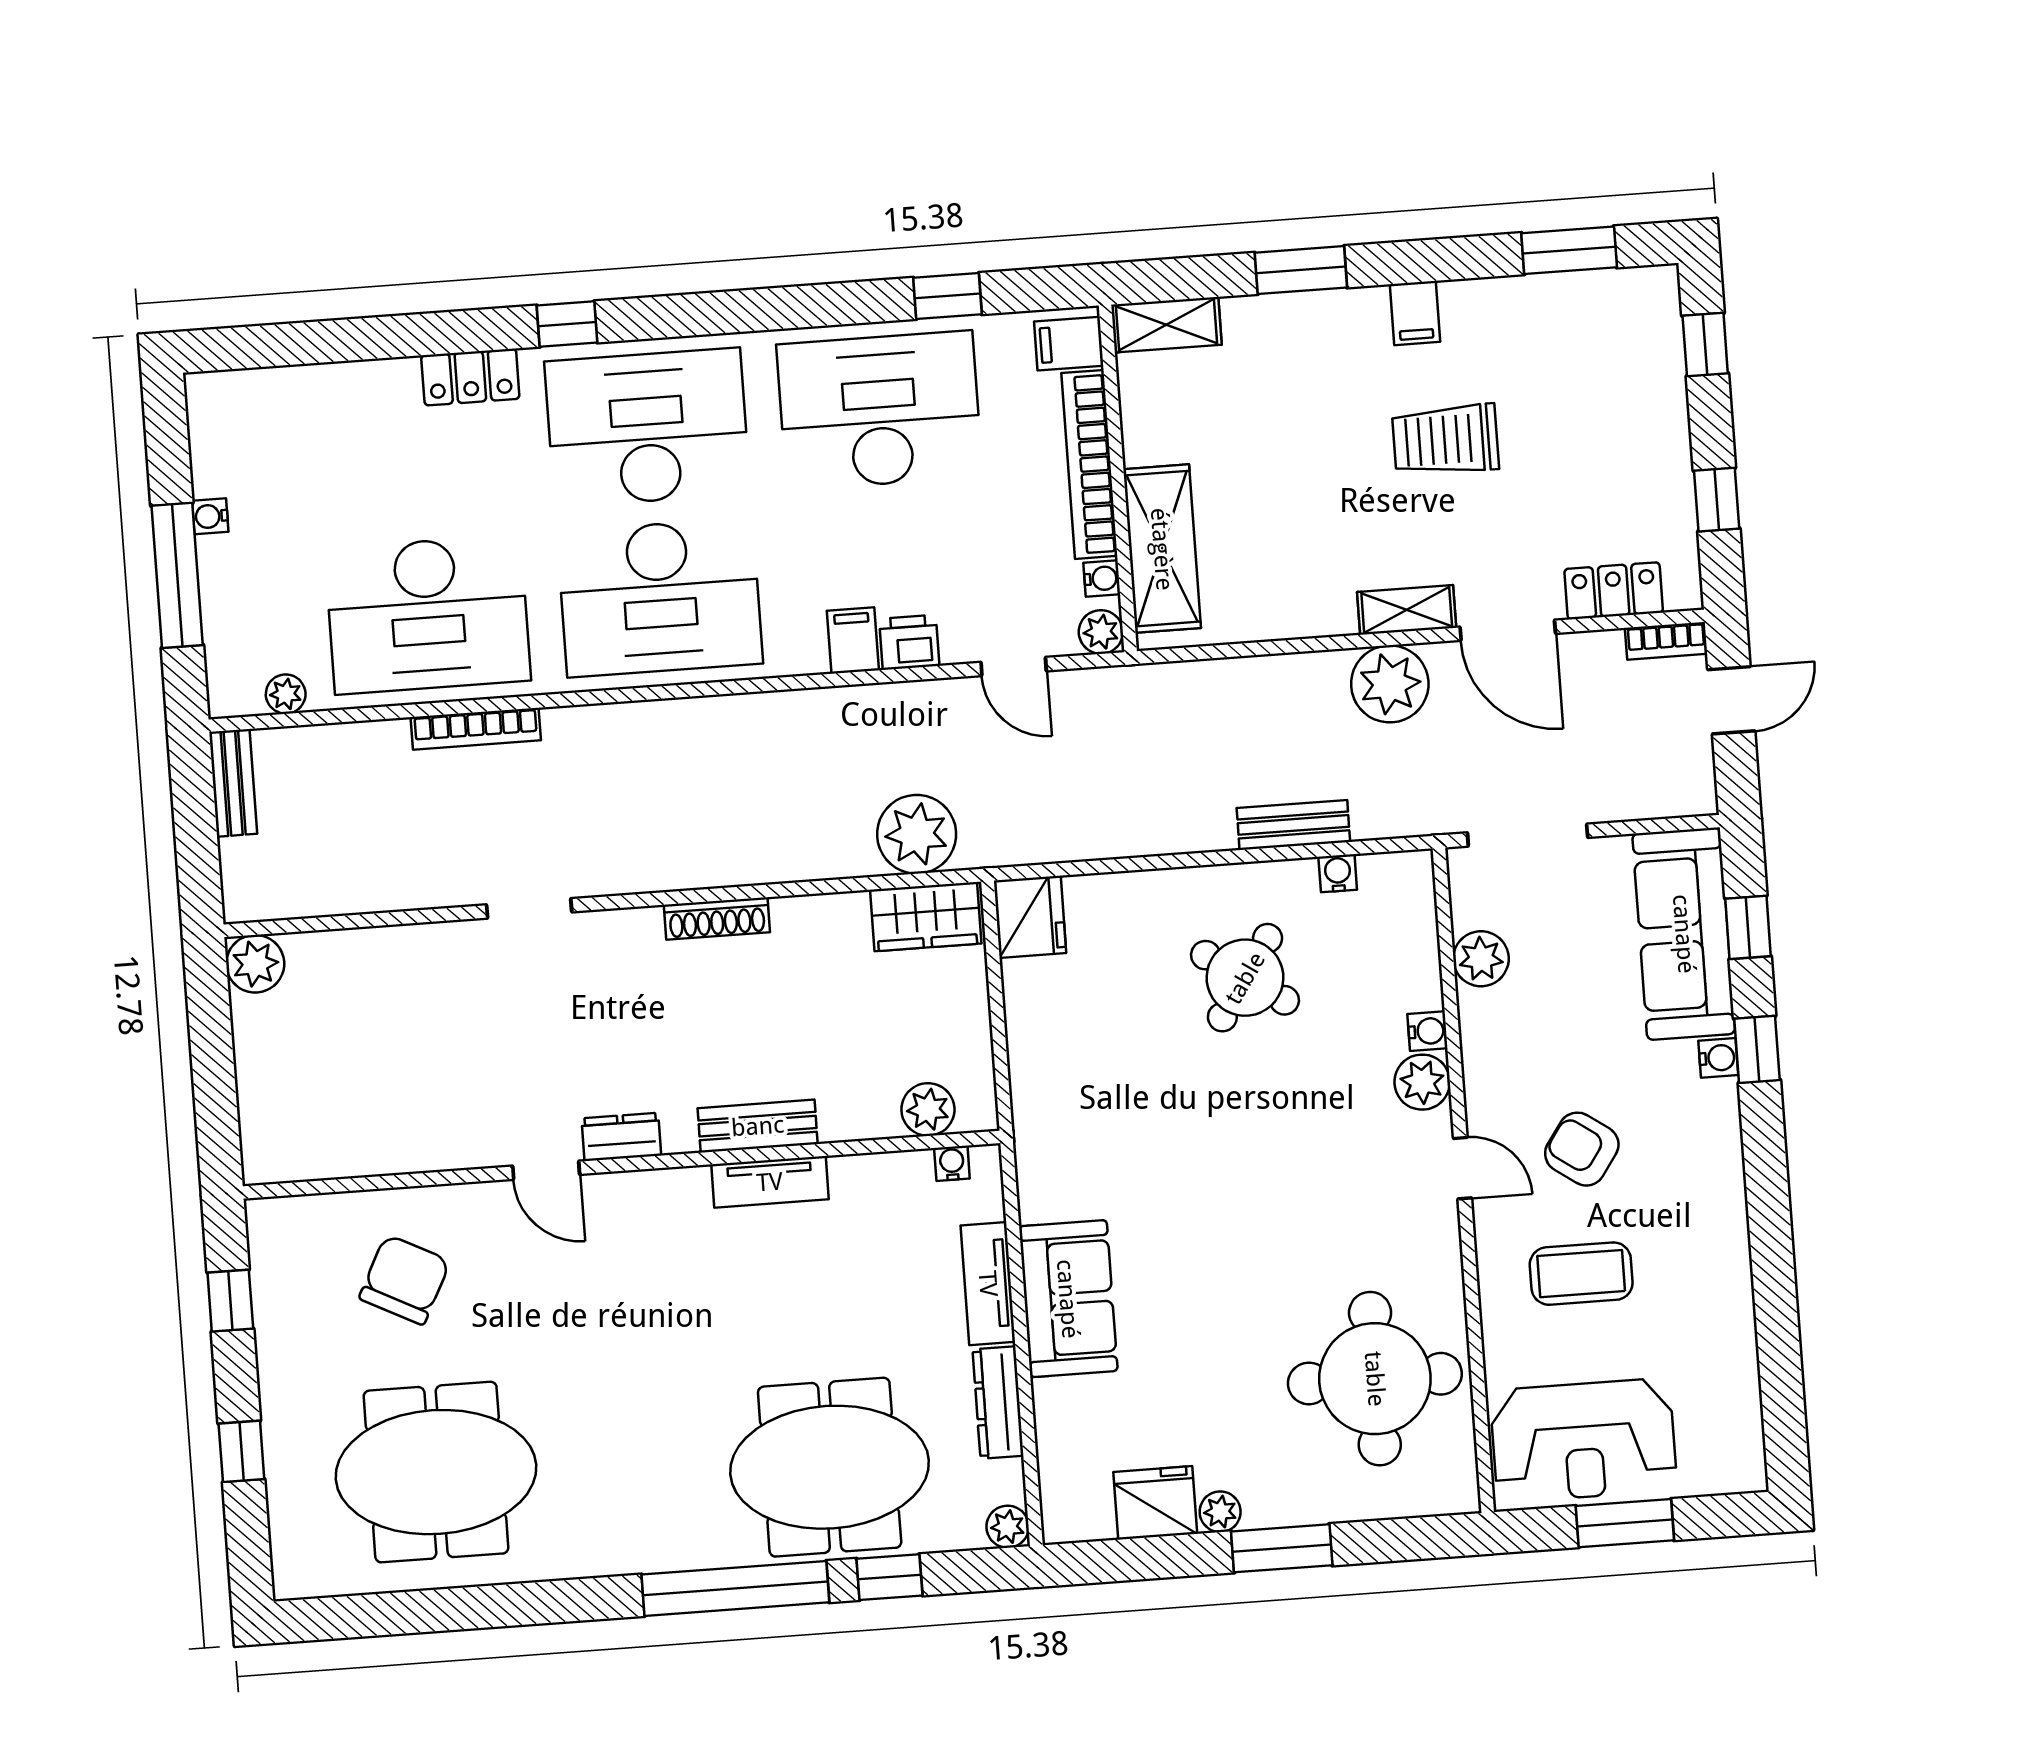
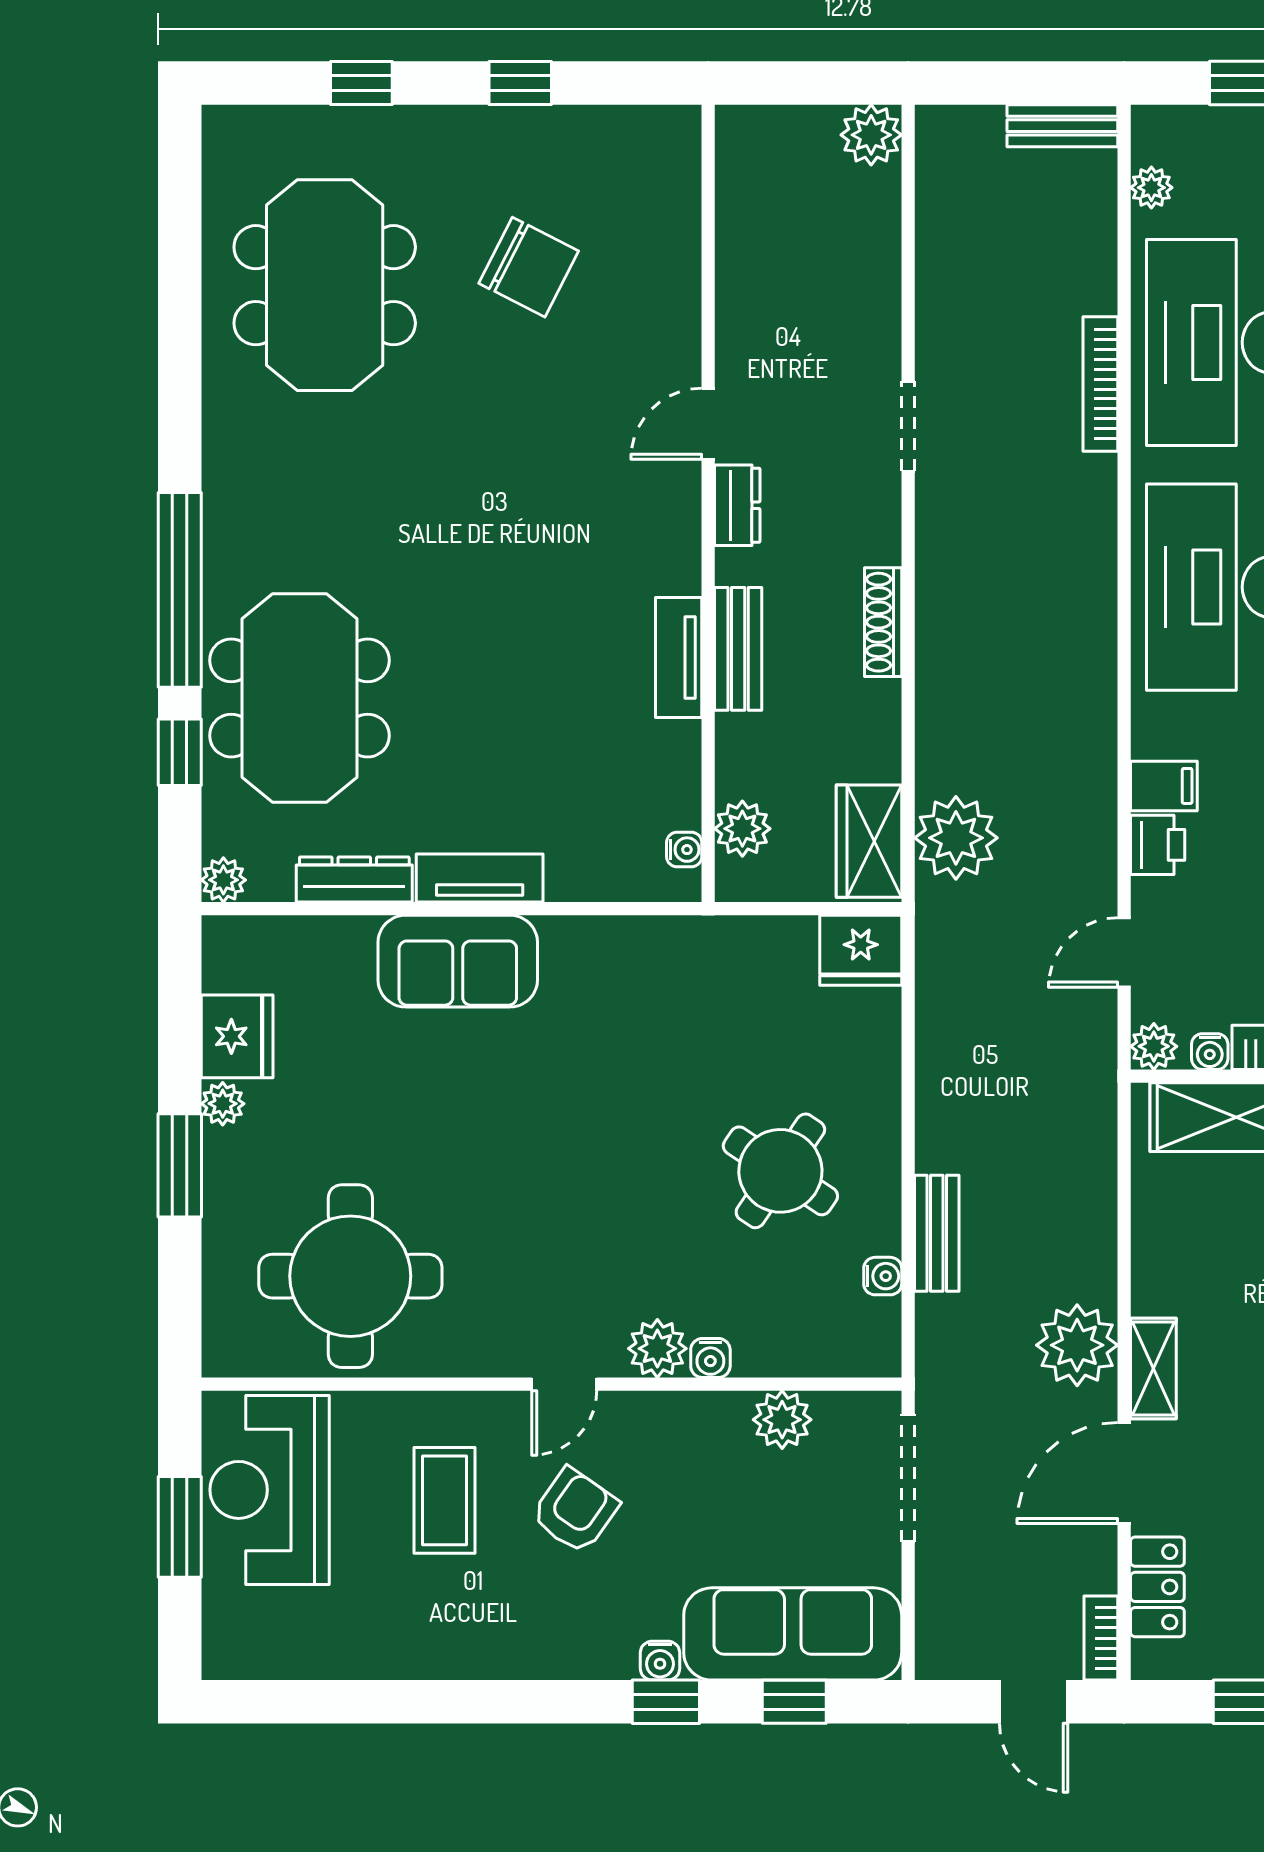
plant: (928, 1109) -> (742, 829), moved
bench: (758, 1126) -> (738, 649), moved
dresser: (621, 1137) -> (737, 505), moved
water cooler: (952, 1163) -> (684, 850), moved
wall: (622, 1165) -> (708, 503), moved
door: (546, 1170) -> (708, 424), moved
tv unit: (770, 1182) -> (679, 657), moved

